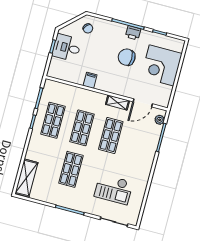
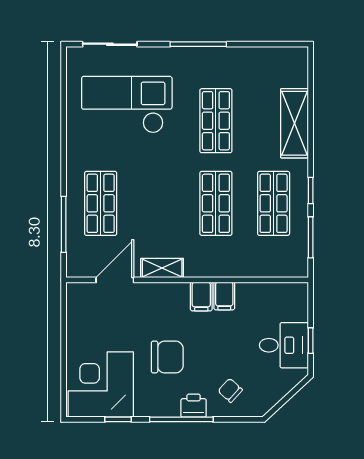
chair: (88, 28) -> (230, 390), moved
printer: (133, 33) -> (194, 406), moved
corner desk: (161, 65) -> (101, 384), moved, turned -90
filing cabinet: (102, 83) -> (201, 297), added
plant: (160, 120) -> (75, 257), removed
shop shelf: (111, 135) -> (101, 203), moved
shelving: (26, 178) -> (295, 123), moved
checkout: (114, 189) -> (127, 105), width x1.36, depth x1.21

